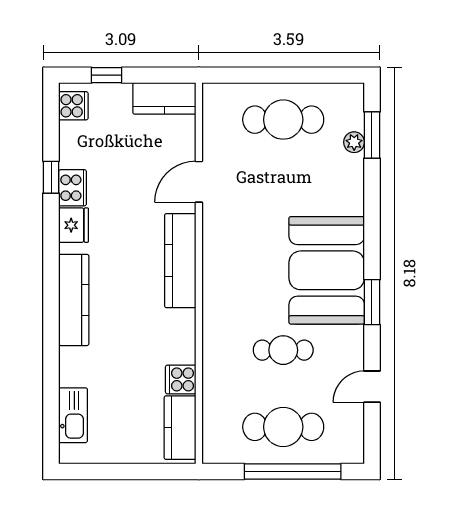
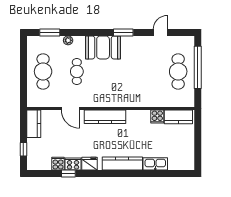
cooker: (73, 106) -> (58, 164), moved
plant: (354, 142) -> (68, 40), moved
booth: (327, 270) -> (103, 47), width x0.73, depth x0.70
cafe table: (283, 350) -> (77, 71), moved
door: (372, 387) -> (160, 32), swing flipped
kitchen sink: (73, 415) -> (155, 164), moved

